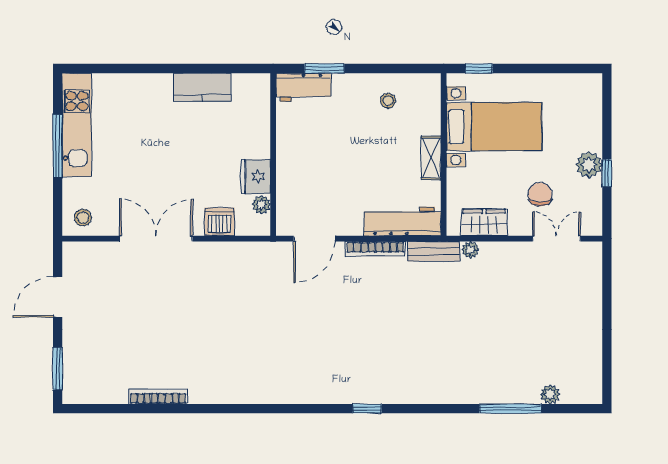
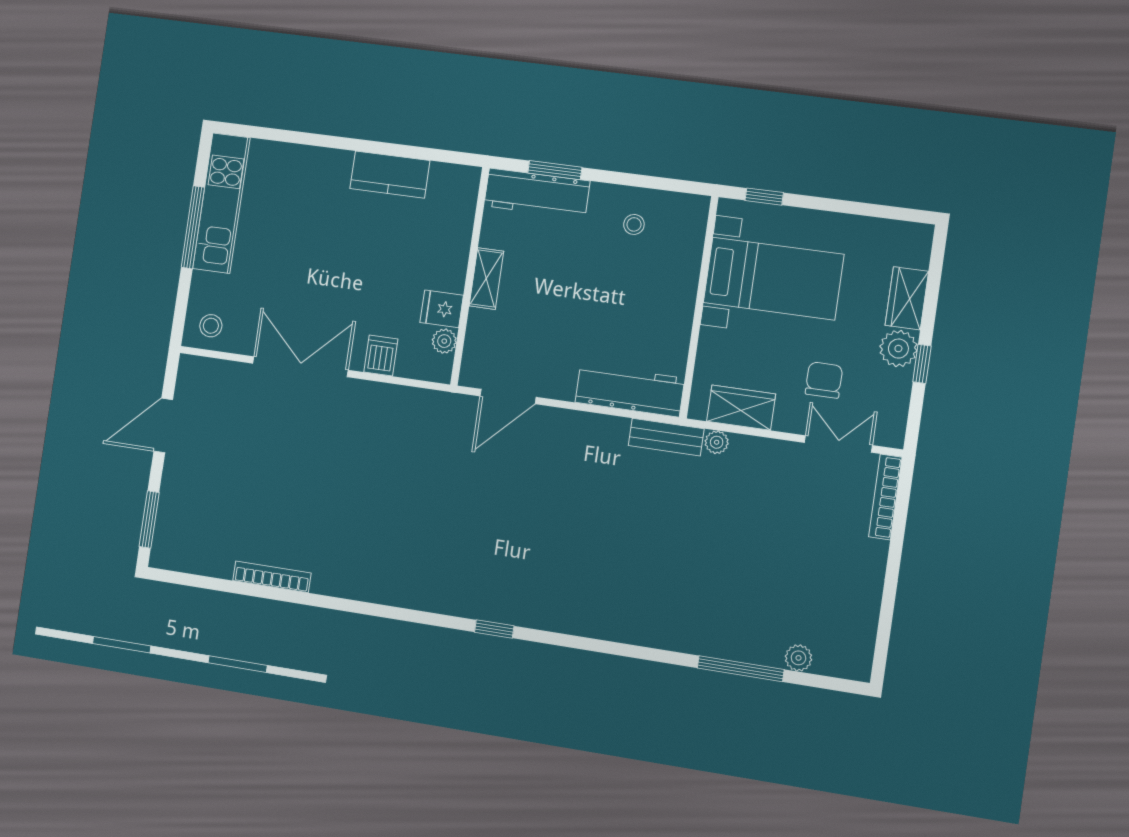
workbench: (303, 87) -> (537, 193), width x1.37
wardrobe: (590, 128) -> (907, 298), added
shelving: (431, 158) -> (486, 279), moved
fridge: (256, 176) -> (442, 309), width x0.72
dishwasher: (219, 222) -> (381, 355), width x0.73
bookcase: (375, 249) -> (885, 497), moved, turned 90
window: (367, 409) -> (494, 629), moved

